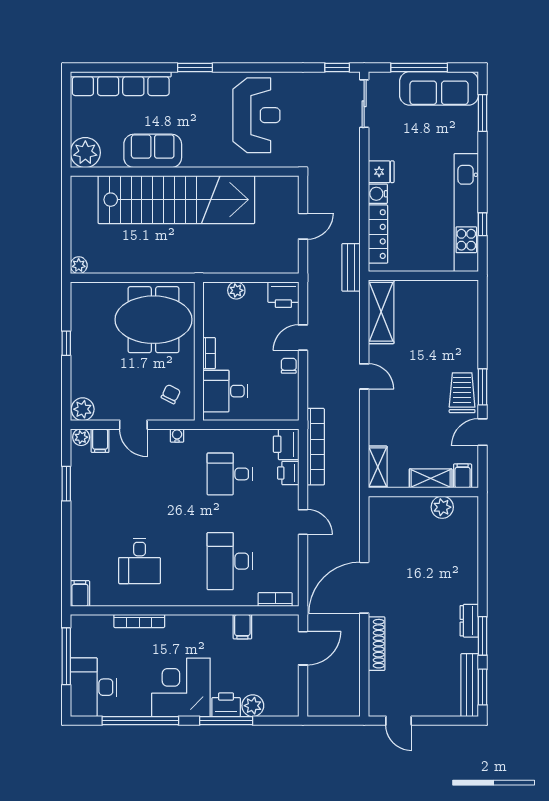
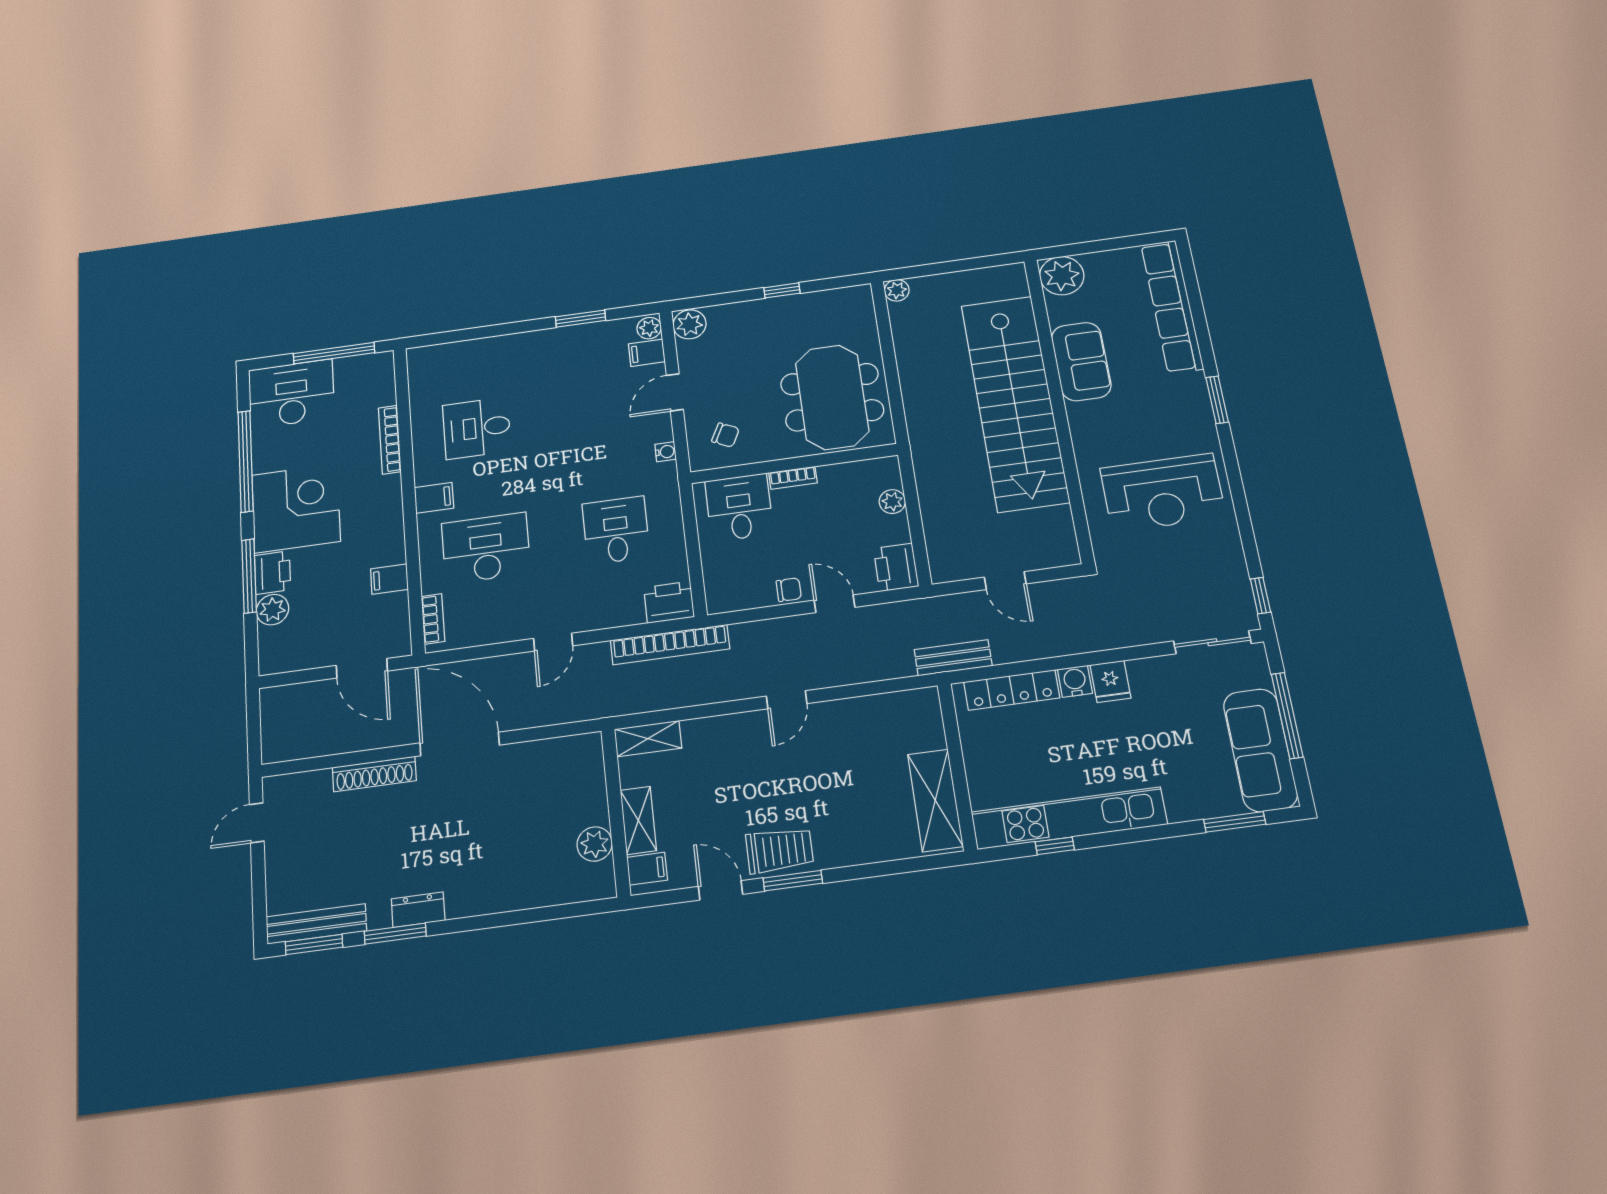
shelving: (381, 312) -> (935, 800), moved, turned 90
printer: (288, 473) -> (626, 611), removed
filing cabinet: (80, 594) -> (434, 498), moved

